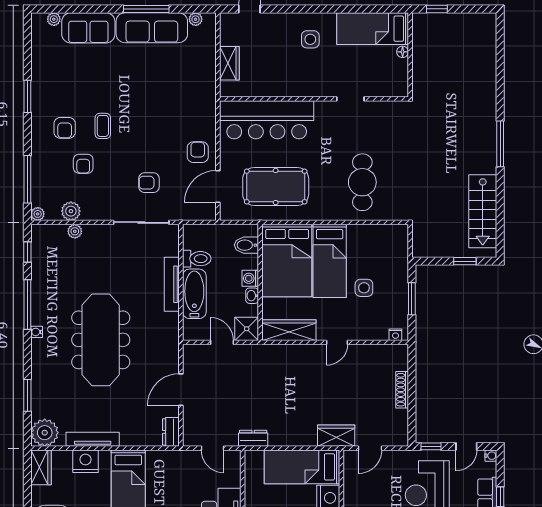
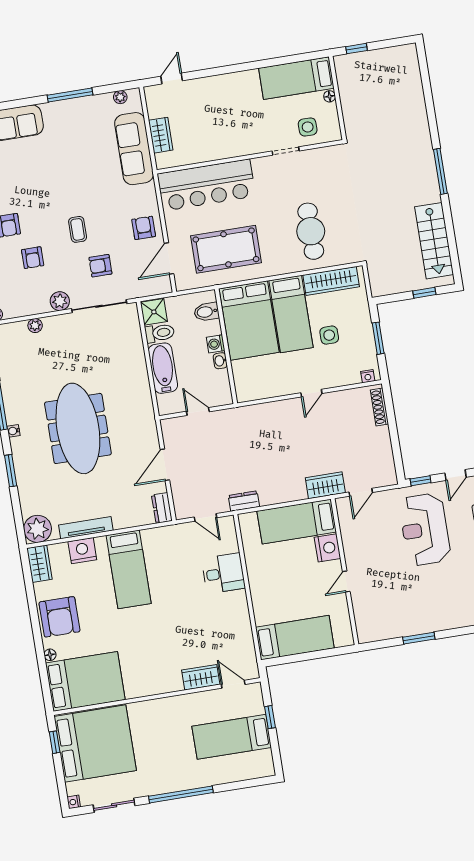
sofa: (152, 28) -> (134, 149), moved, turned 90
side table: (310, 39) -> (308, 127), moved
coffee table: (103, 126) -> (78, 229), moved
plant: (71, 211) -> (60, 301), moved
tv unit: (172, 284) -> (139, 362), removed
shower: (247, 329) -> (154, 312), moved
wardrobe: (289, 330) -> (331, 281), moved, turned 180
shoe rack: (402, 390) -> (379, 407), moved
window: (27, 395) -> (11, 471), moved

